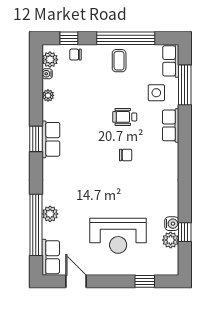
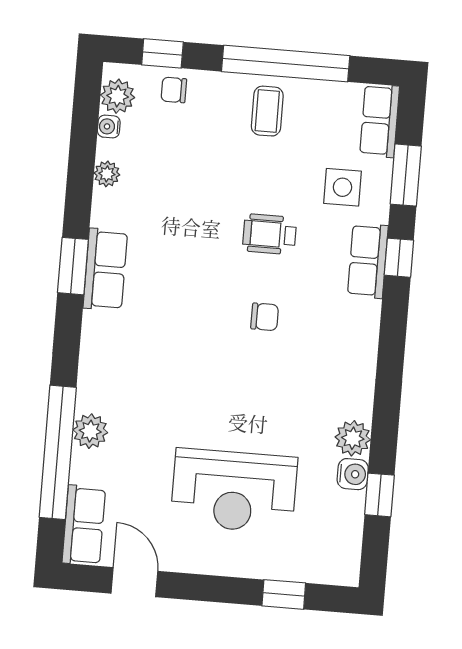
window: (185, 85) -> (406, 175), width x0.69
window: (185, 123) -> (399, 258), added
plant: (171, 240) -> (353, 438), moved

